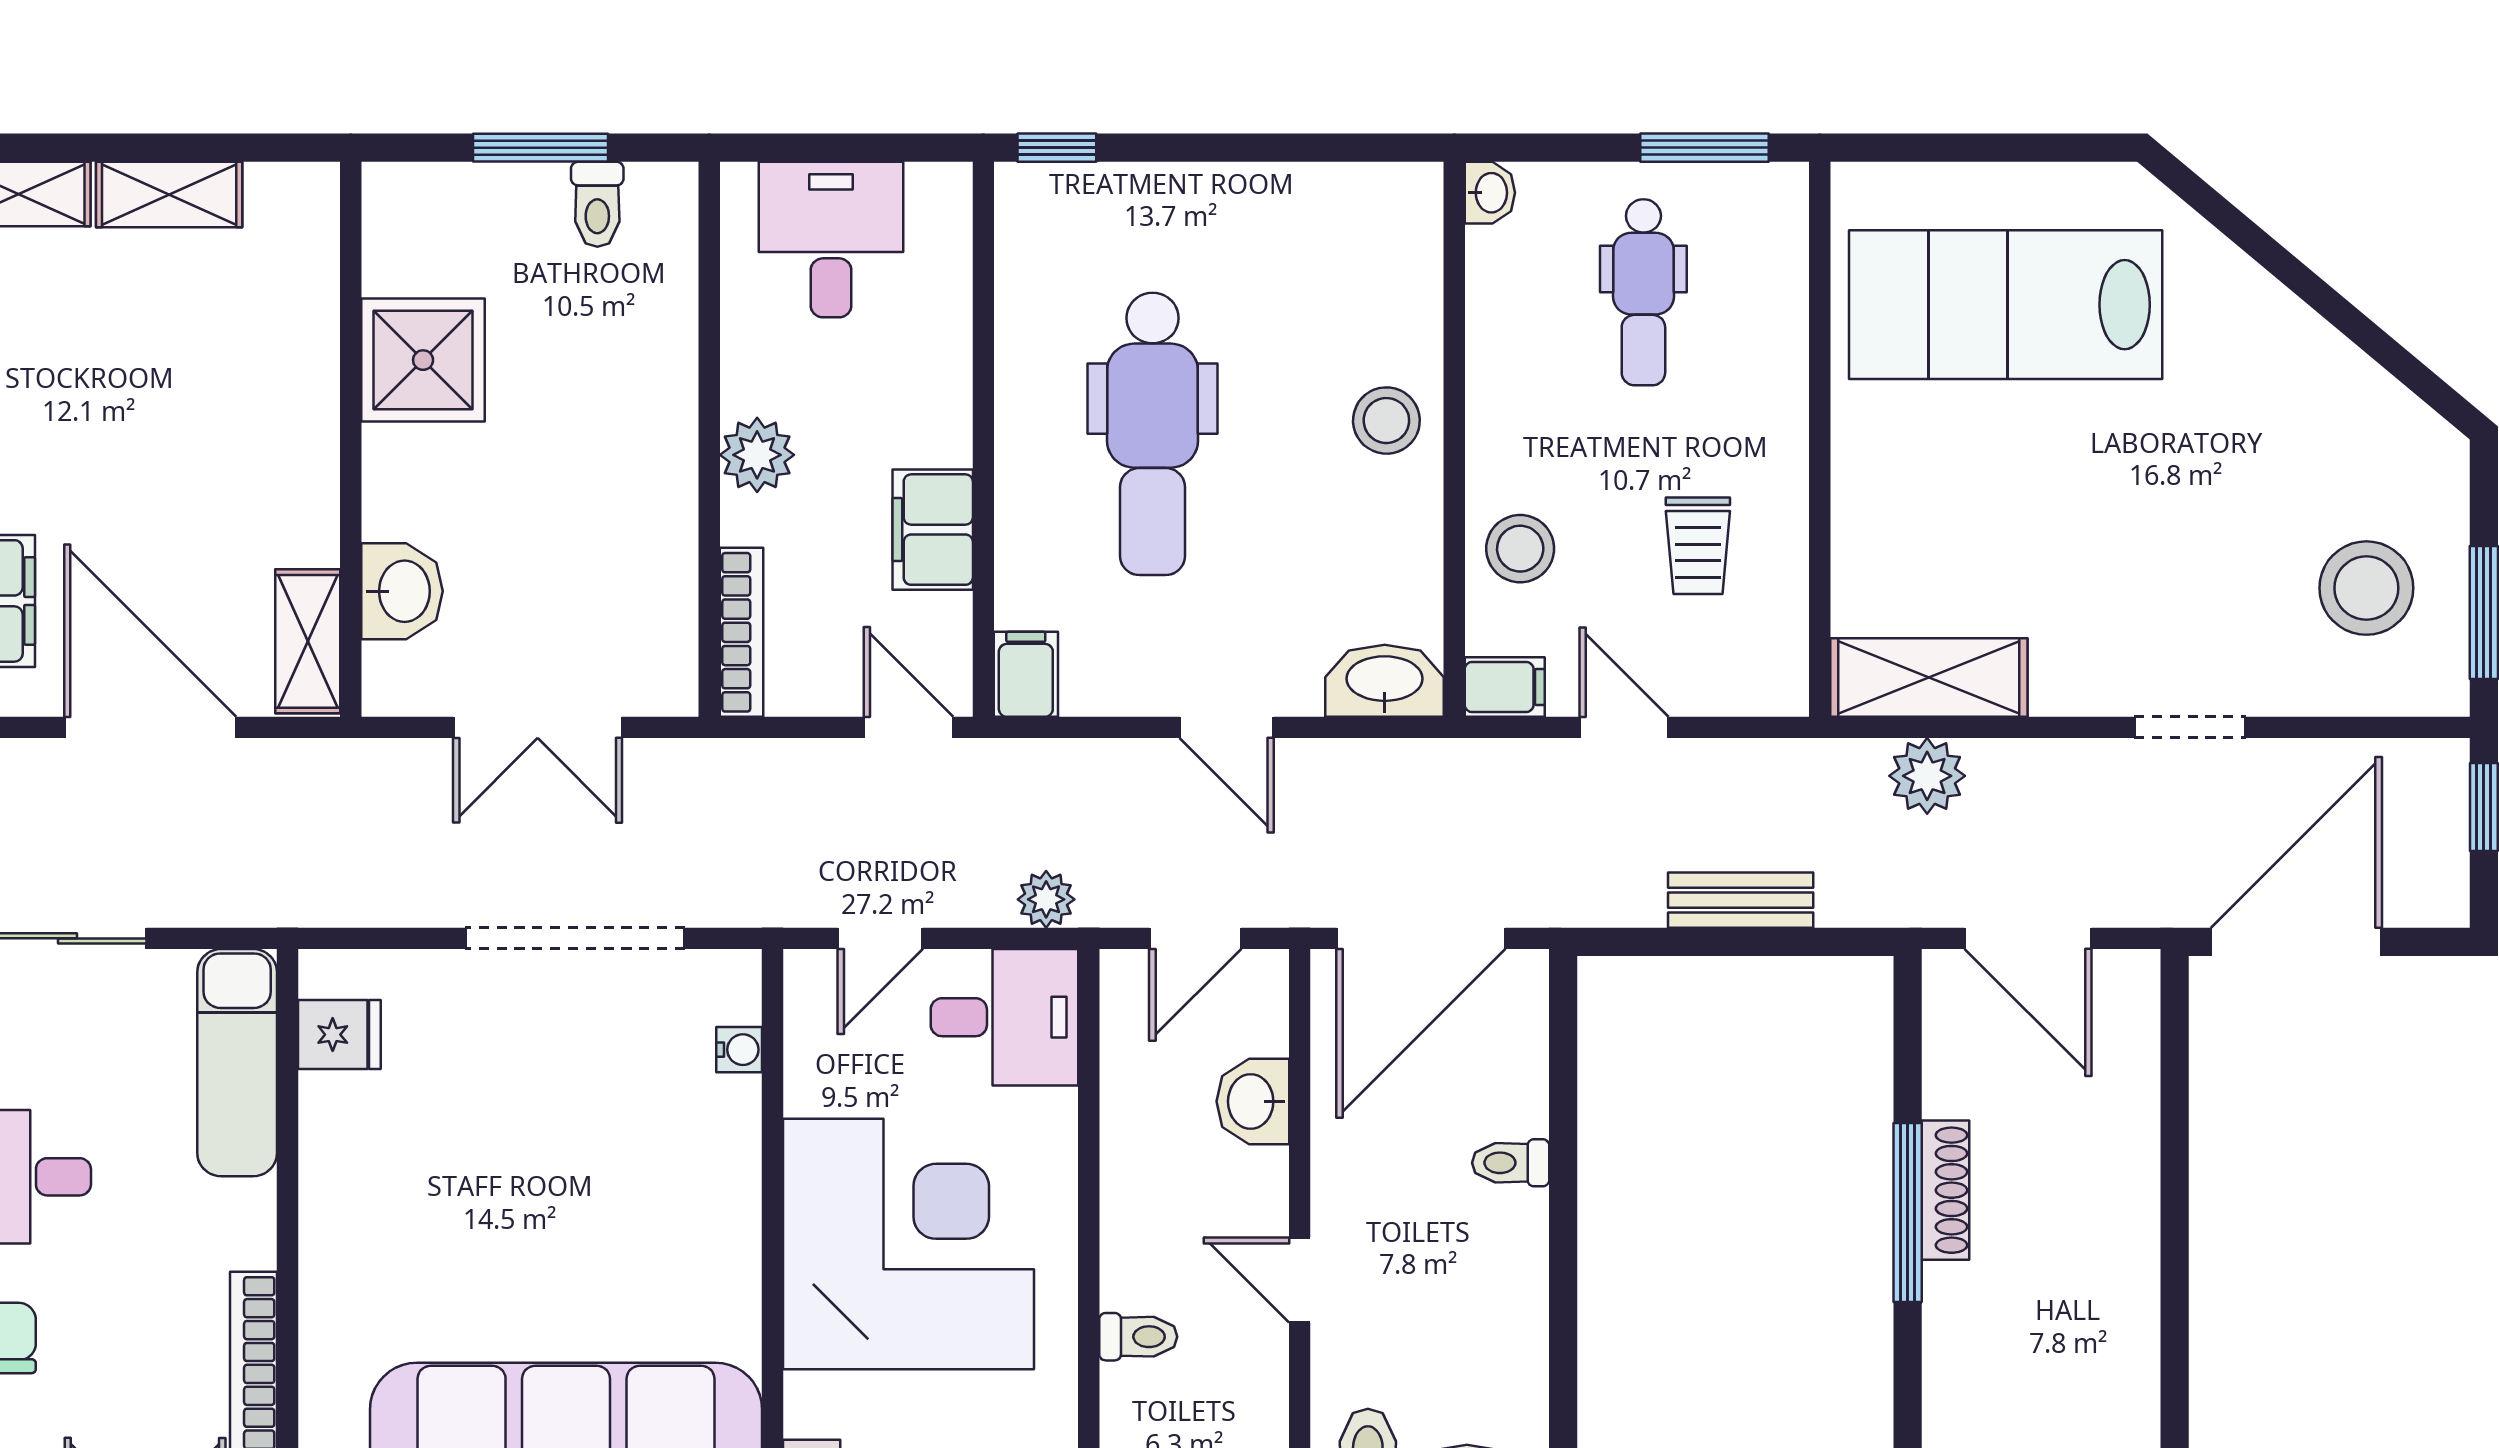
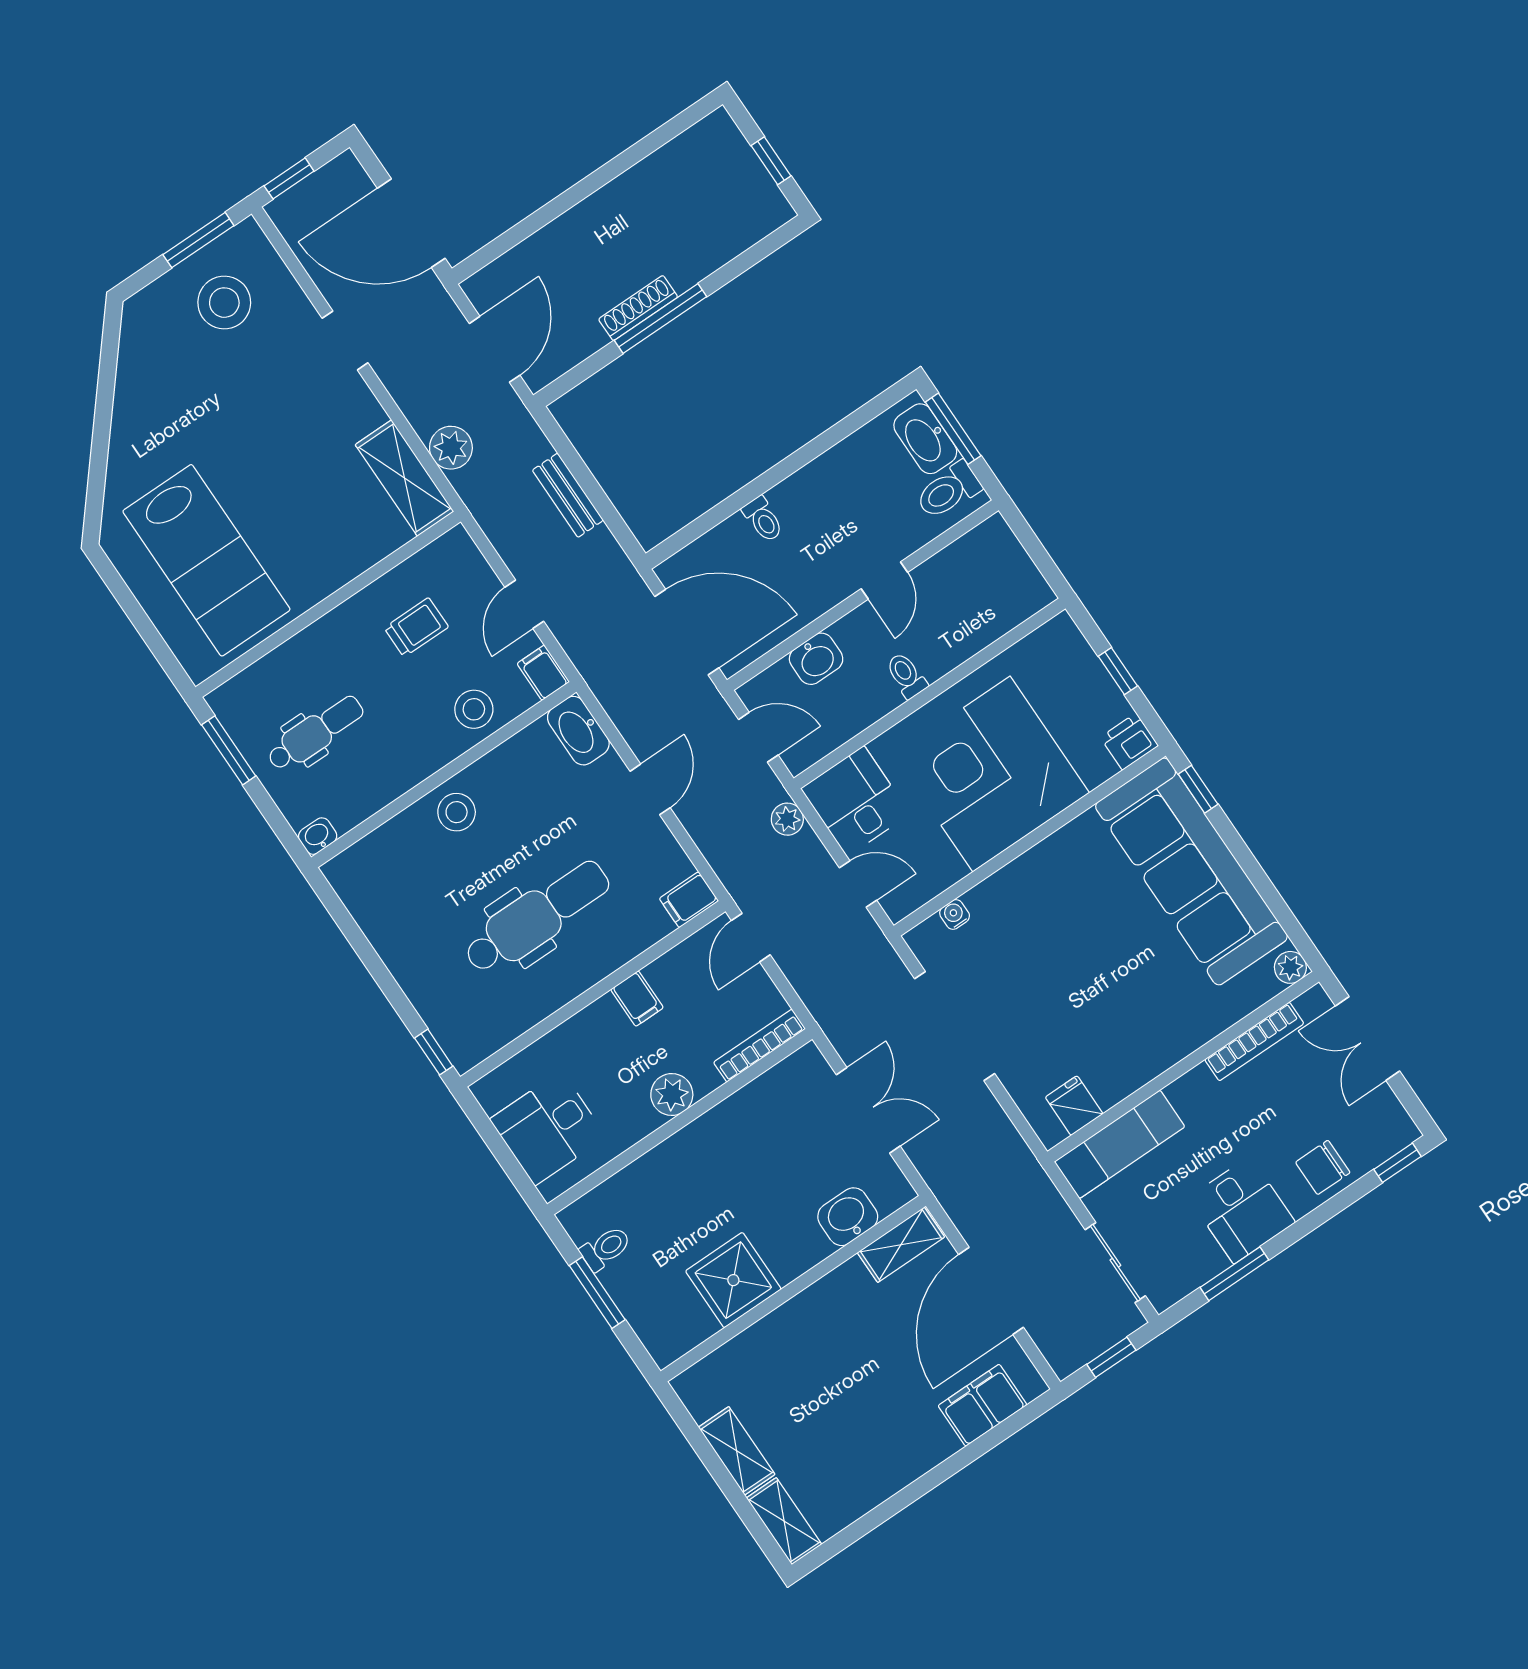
filing cabinet: (933, 530) -> (637, 999), width x0.50
toilet: (1138, 1337) -> (906, 676), moved

